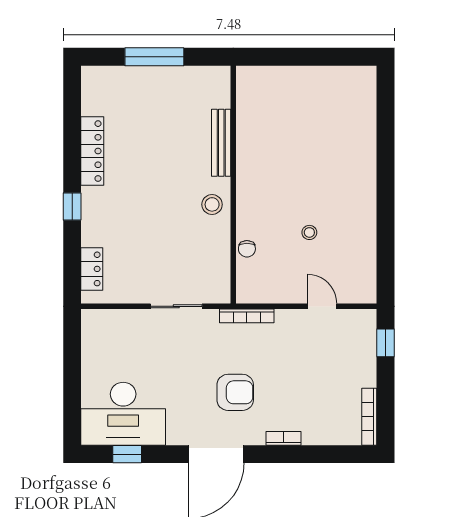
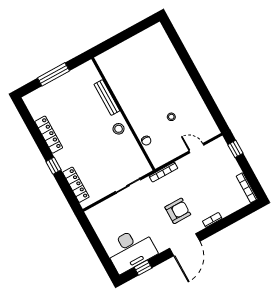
locker: (92, 269) -> (76, 185), width x1.53

